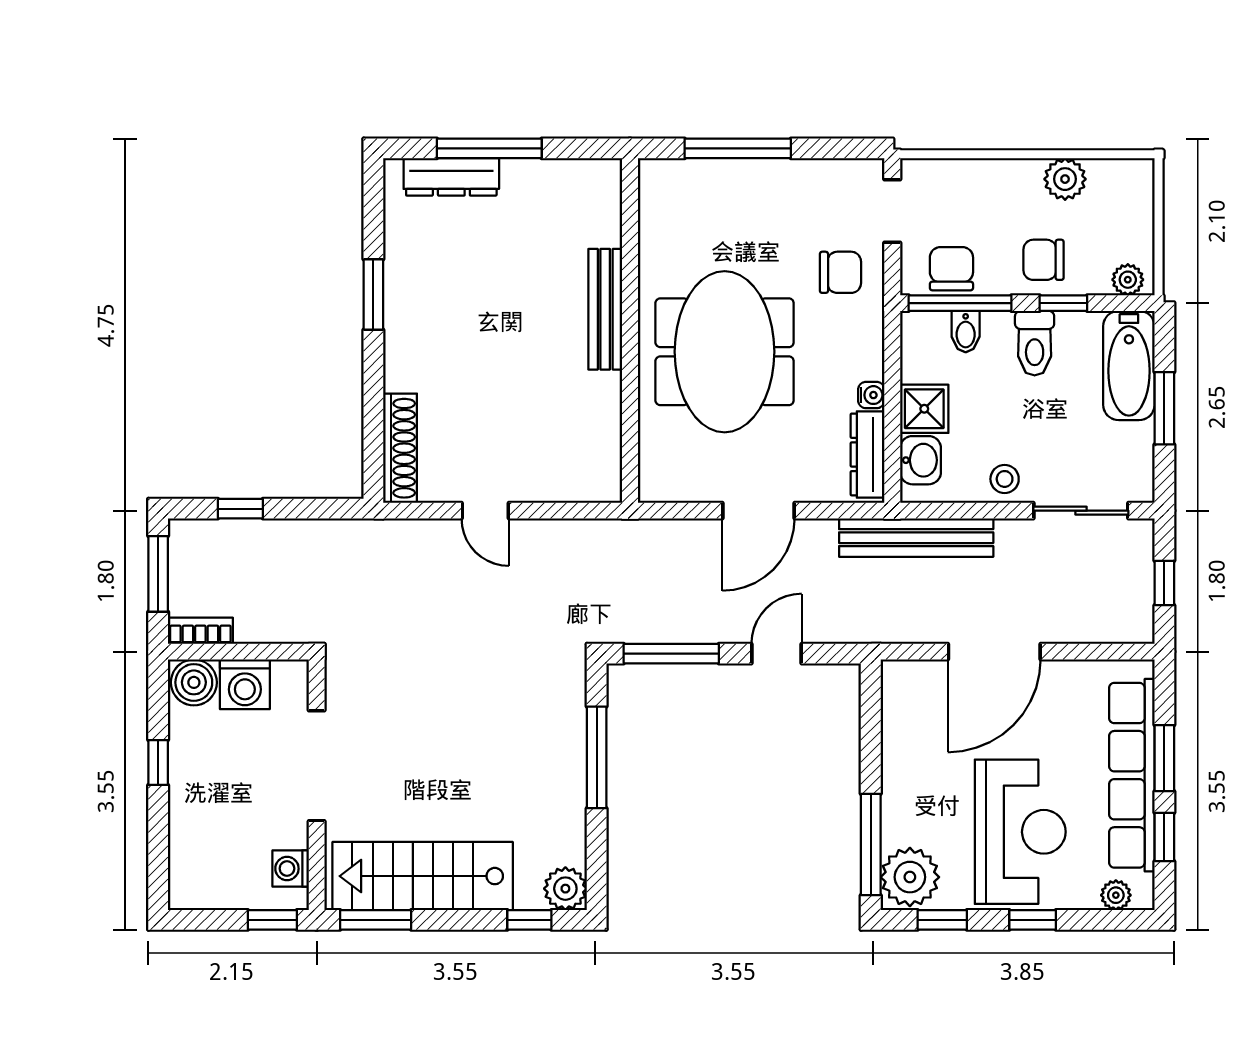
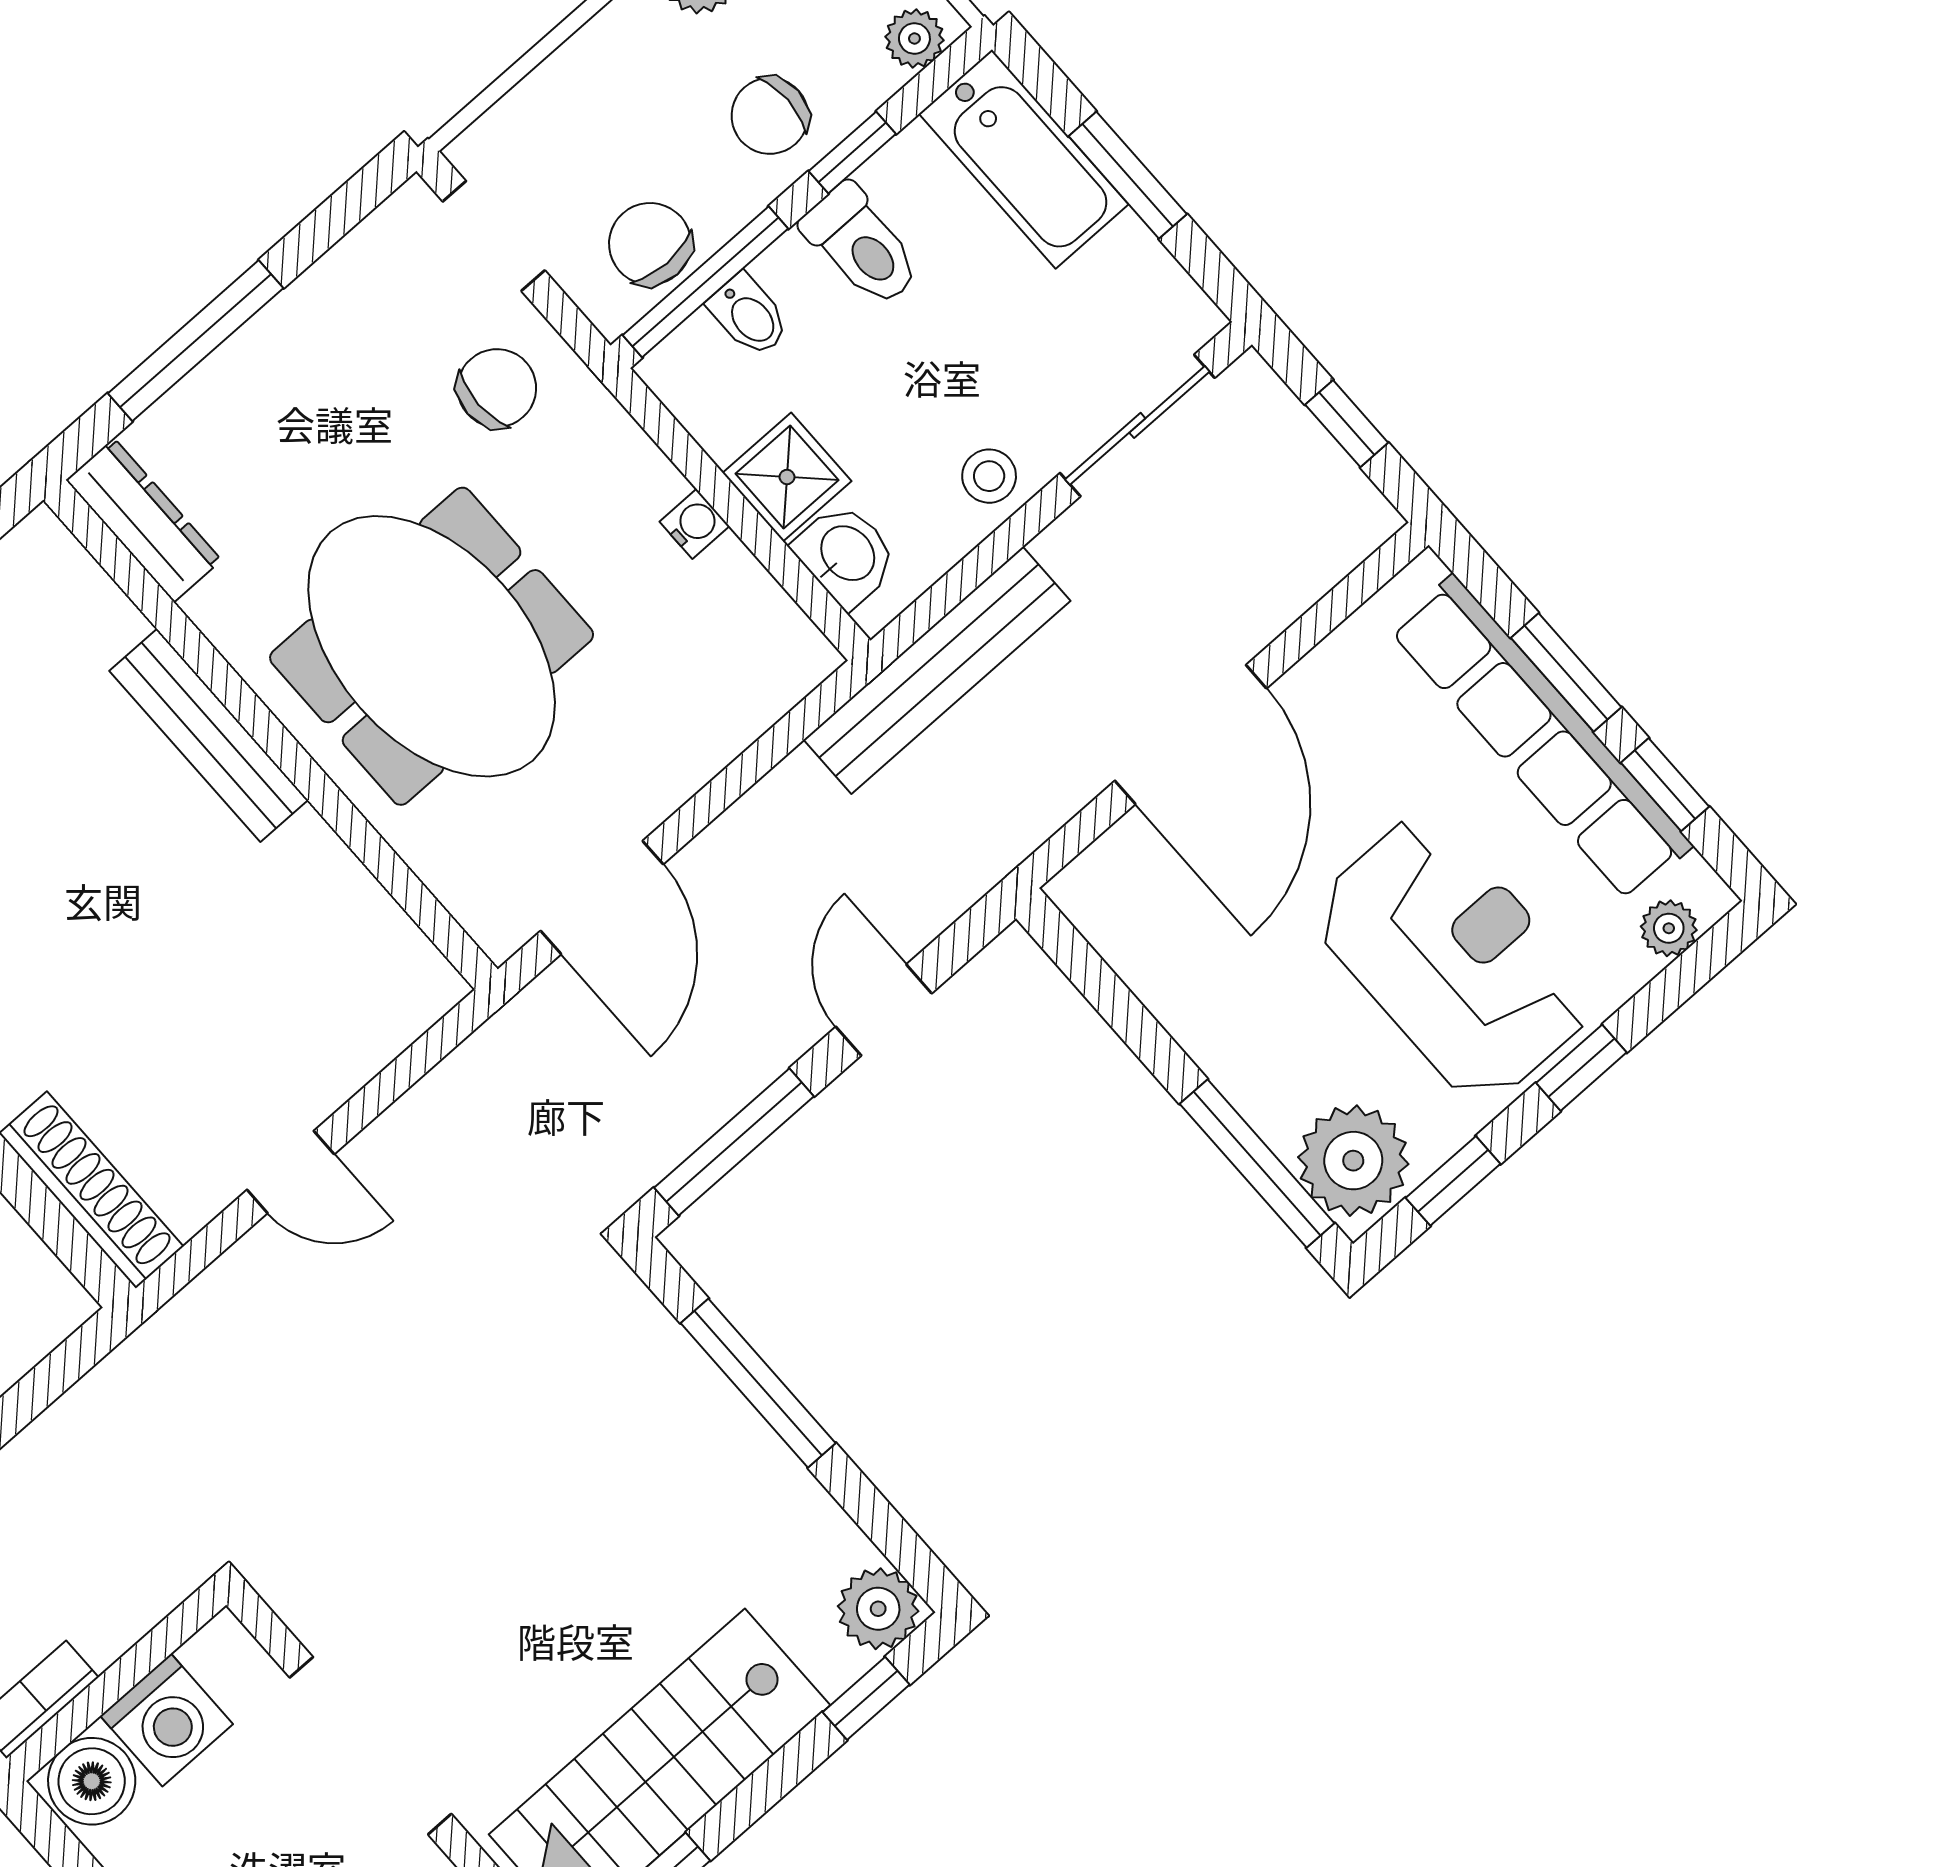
dresser: (868, 454) -> (144, 520), moved, turned 180
door: (758, 511) -> (602, 898), moved

